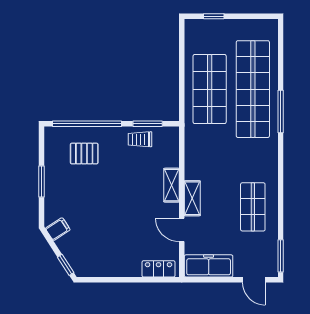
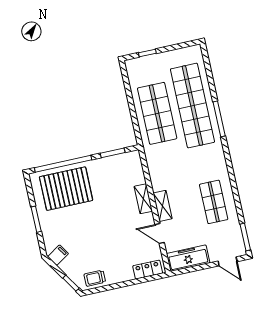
trolley: (140, 139) -> (95, 278), moved
pallet: (84, 154) -> (66, 189), width x2.05, depth x2.00

